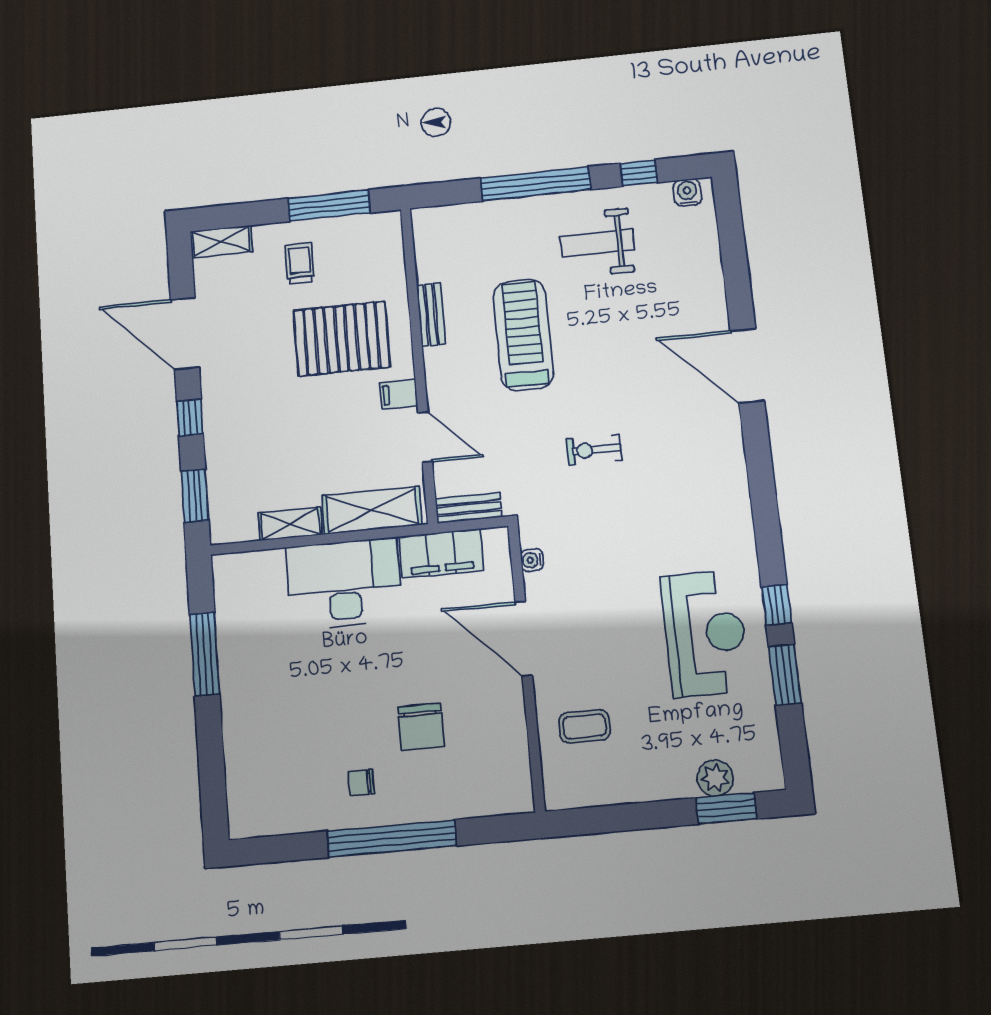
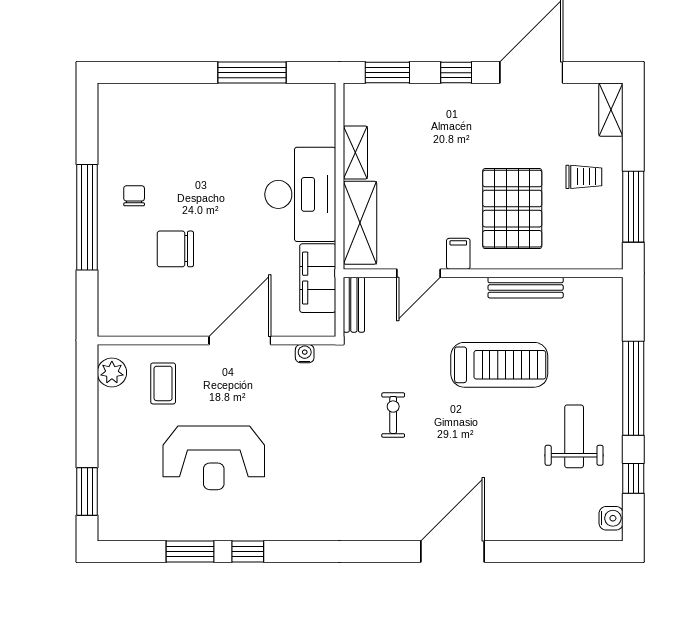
bench: (431, 315) -> (526, 288), width x1.36
reception desk: (705, 633) -> (214, 458), moved
plant: (715, 778) -> (112, 372), moved

